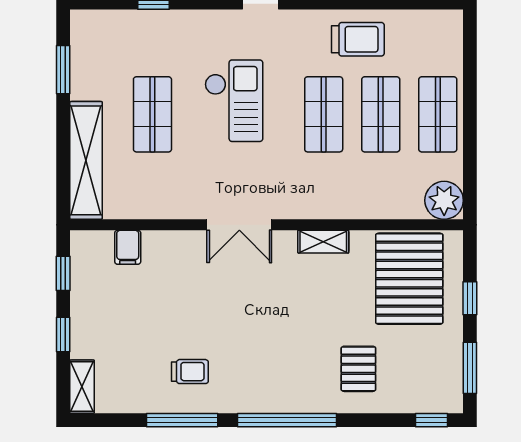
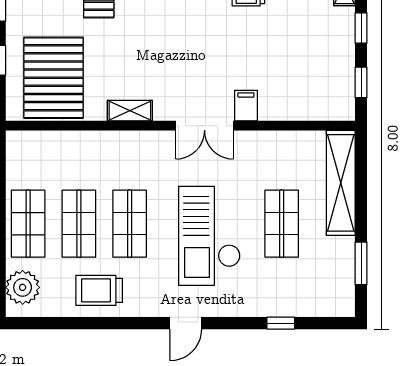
checkout: (234, 101) -> (209, 236), width x1.36, depth x1.21
plant: (444, 200) -> (23, 287), moved
double door: (239, 225) -> (205, 126), swing flipped
filing cabinet: (128, 247) -> (246, 106), moved

